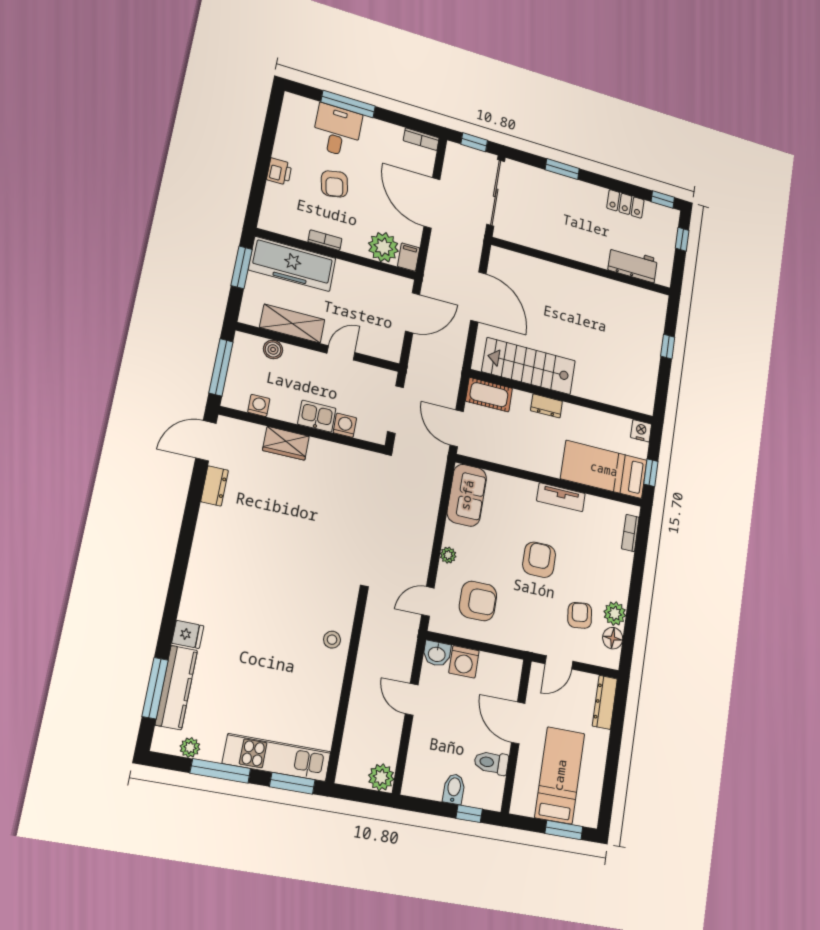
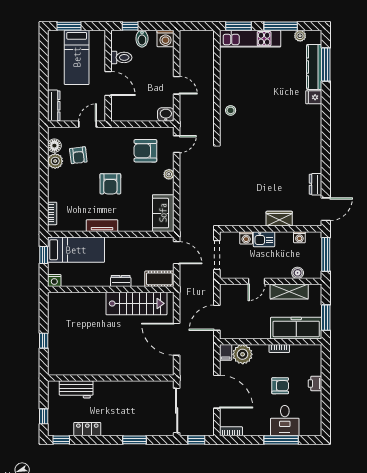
armchair: (334, 184) -> (280, 386), turned 101
washing machine: (464, 662) -> (166, 38), moved, turned 180
plant: (381, 777) -> (187, 38), removed

